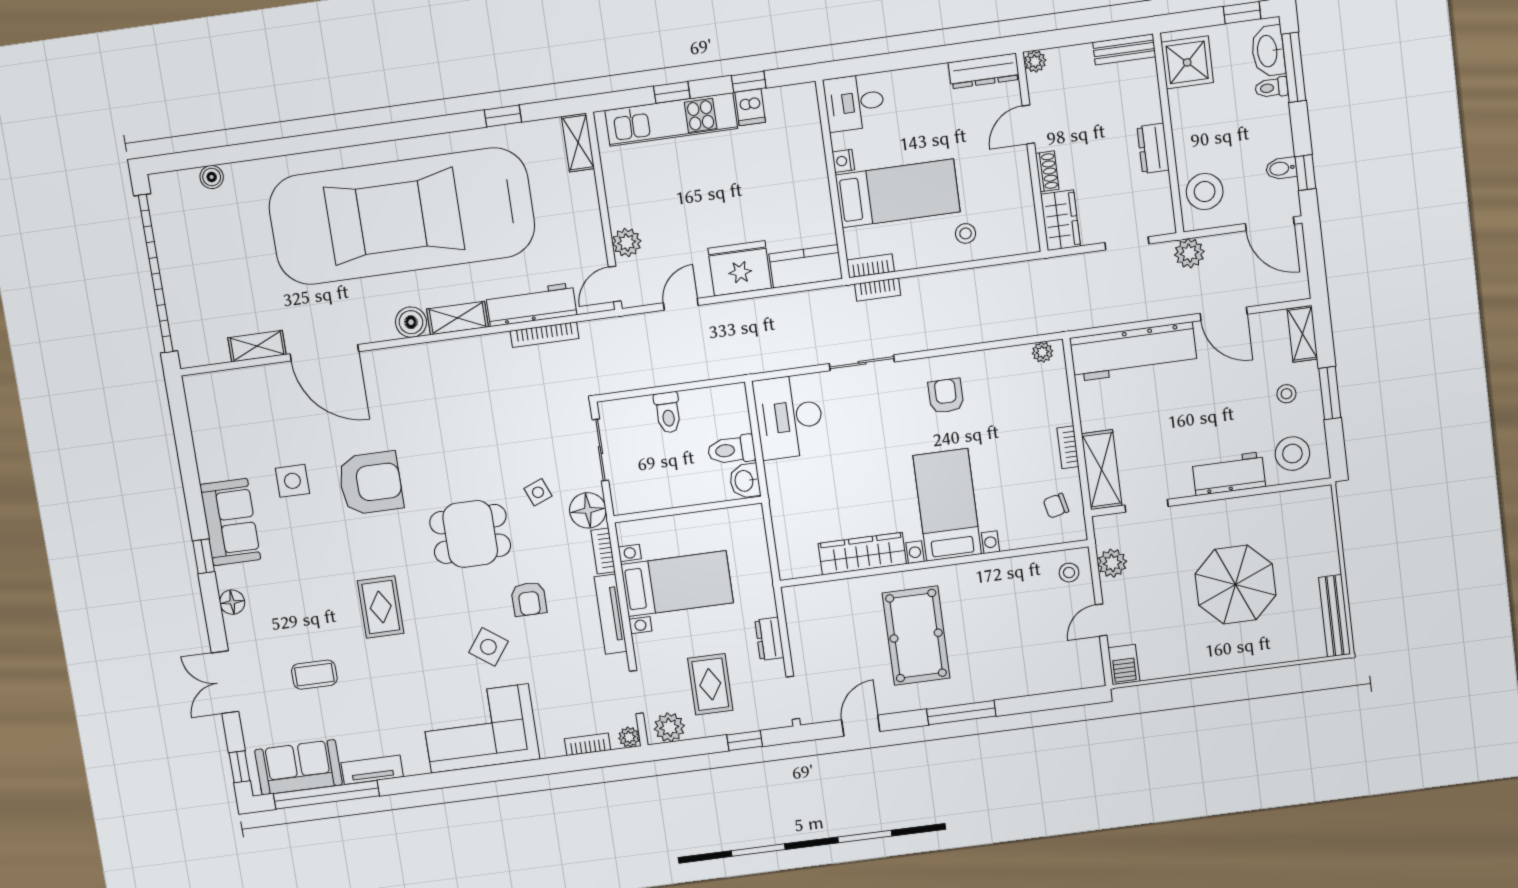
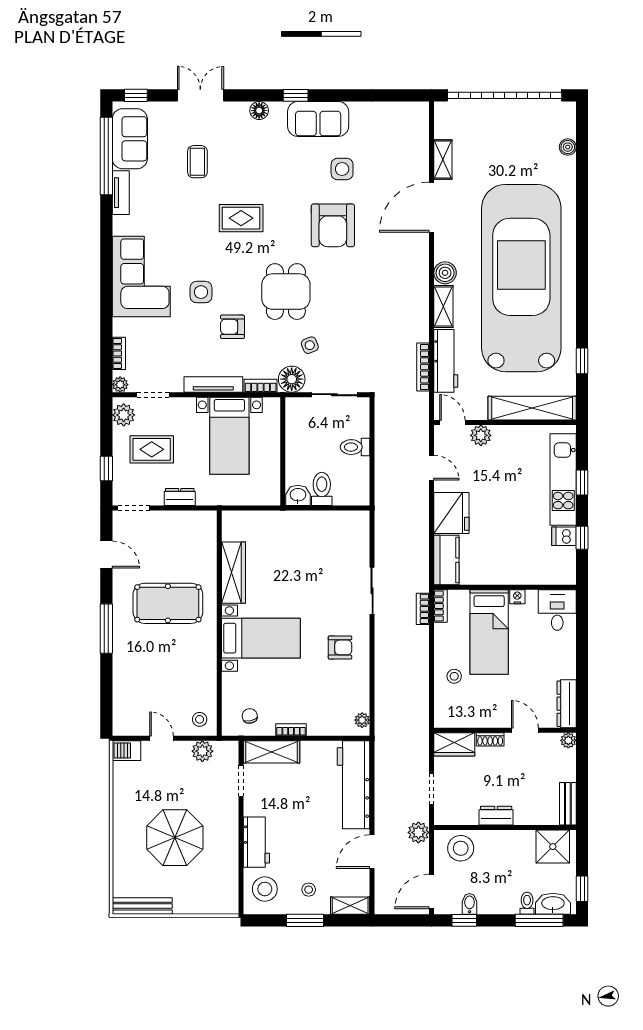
shelving: (578, 143) -> (532, 408), width x2.20, depth x1.33
desk: (789, 417) -> (340, 533), removed
side table: (488, 647) -> (201, 292), turned -36

